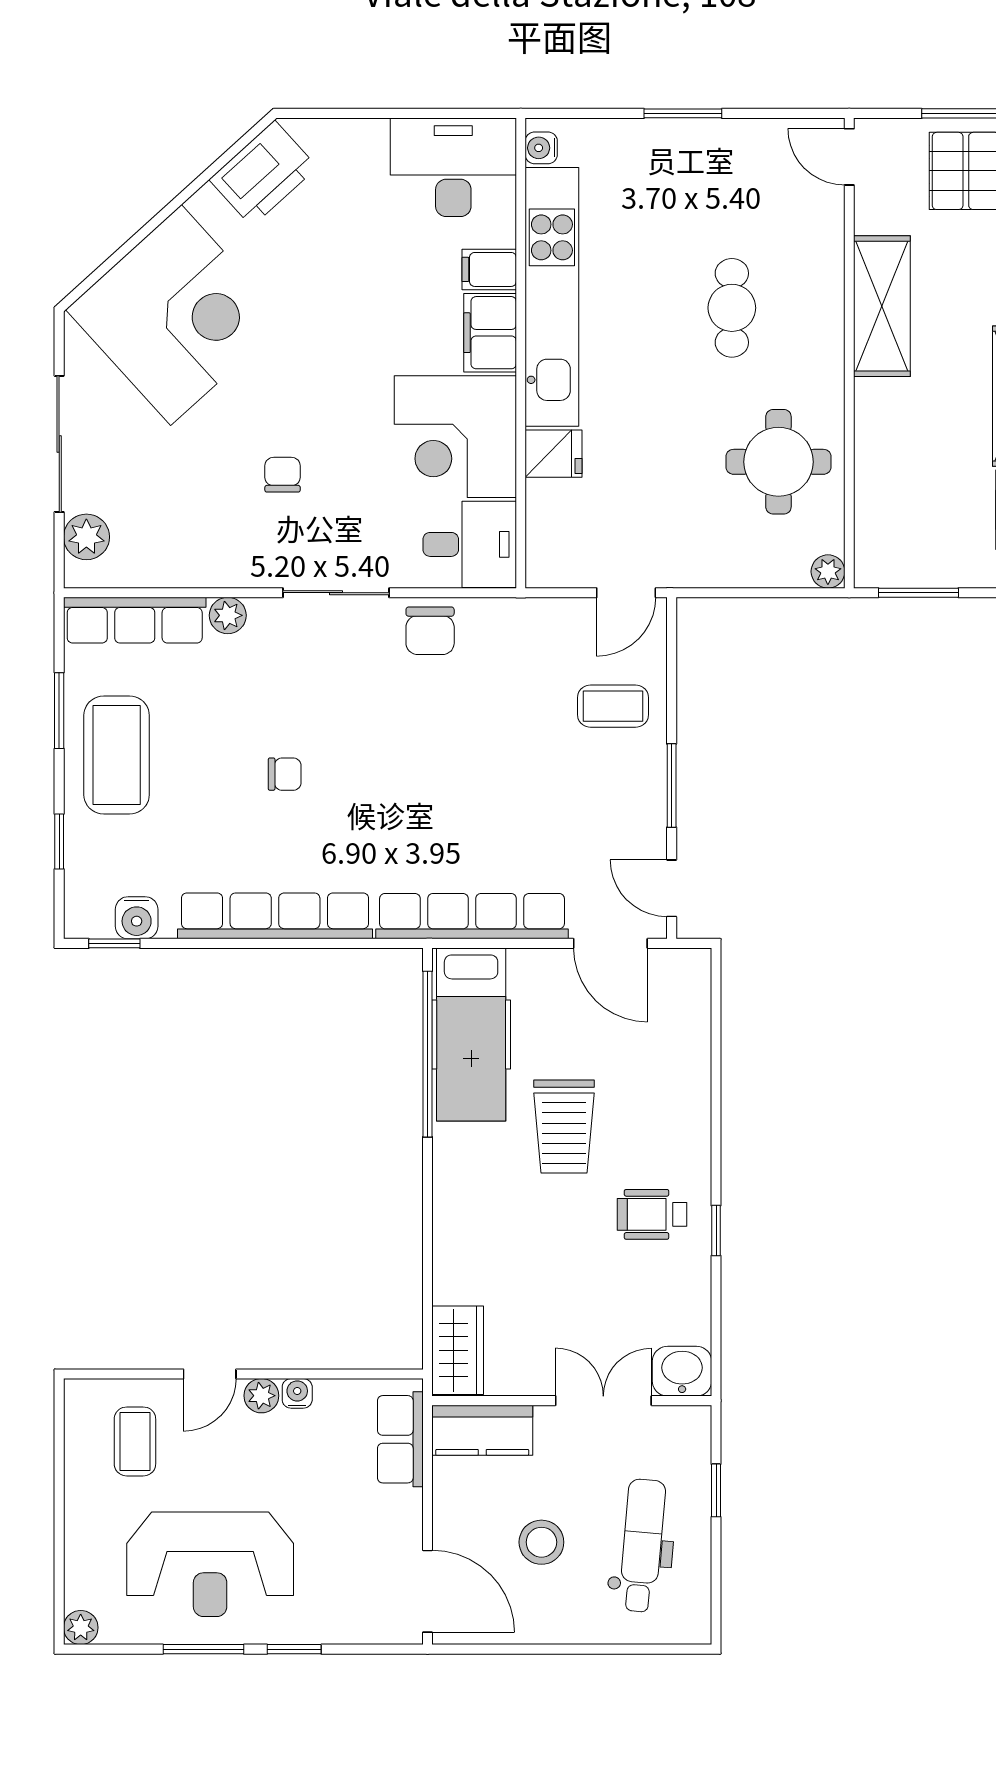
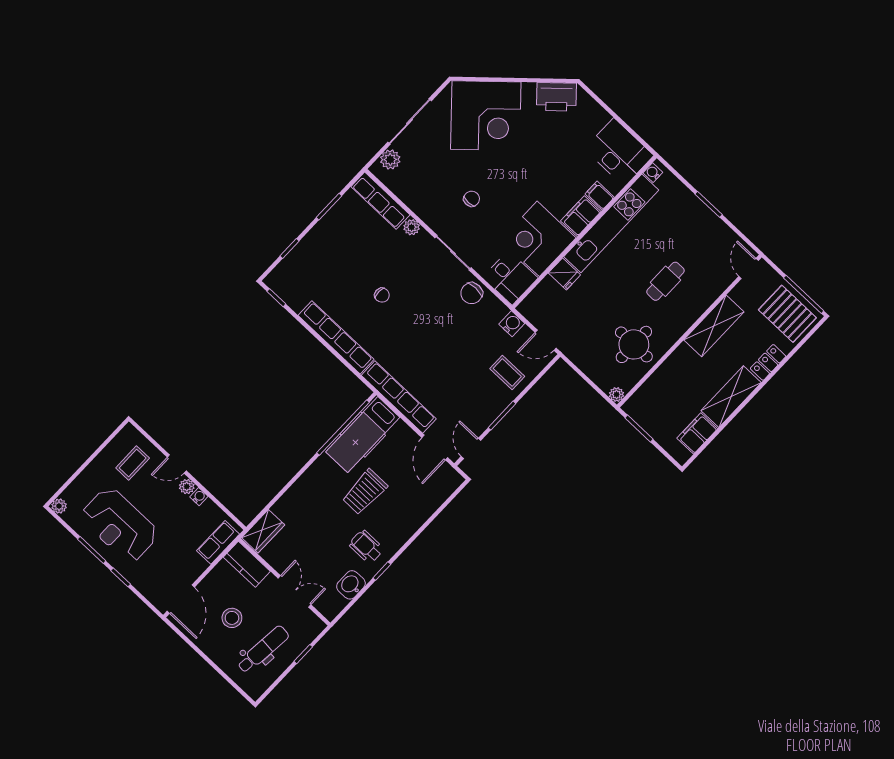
coffee table: (117, 755) -> (334, 238), removed
water cooler: (137, 918) -> (512, 324), moved, turned 180
washbasin: (682, 1371) -> (351, 585), moved, turned -90

